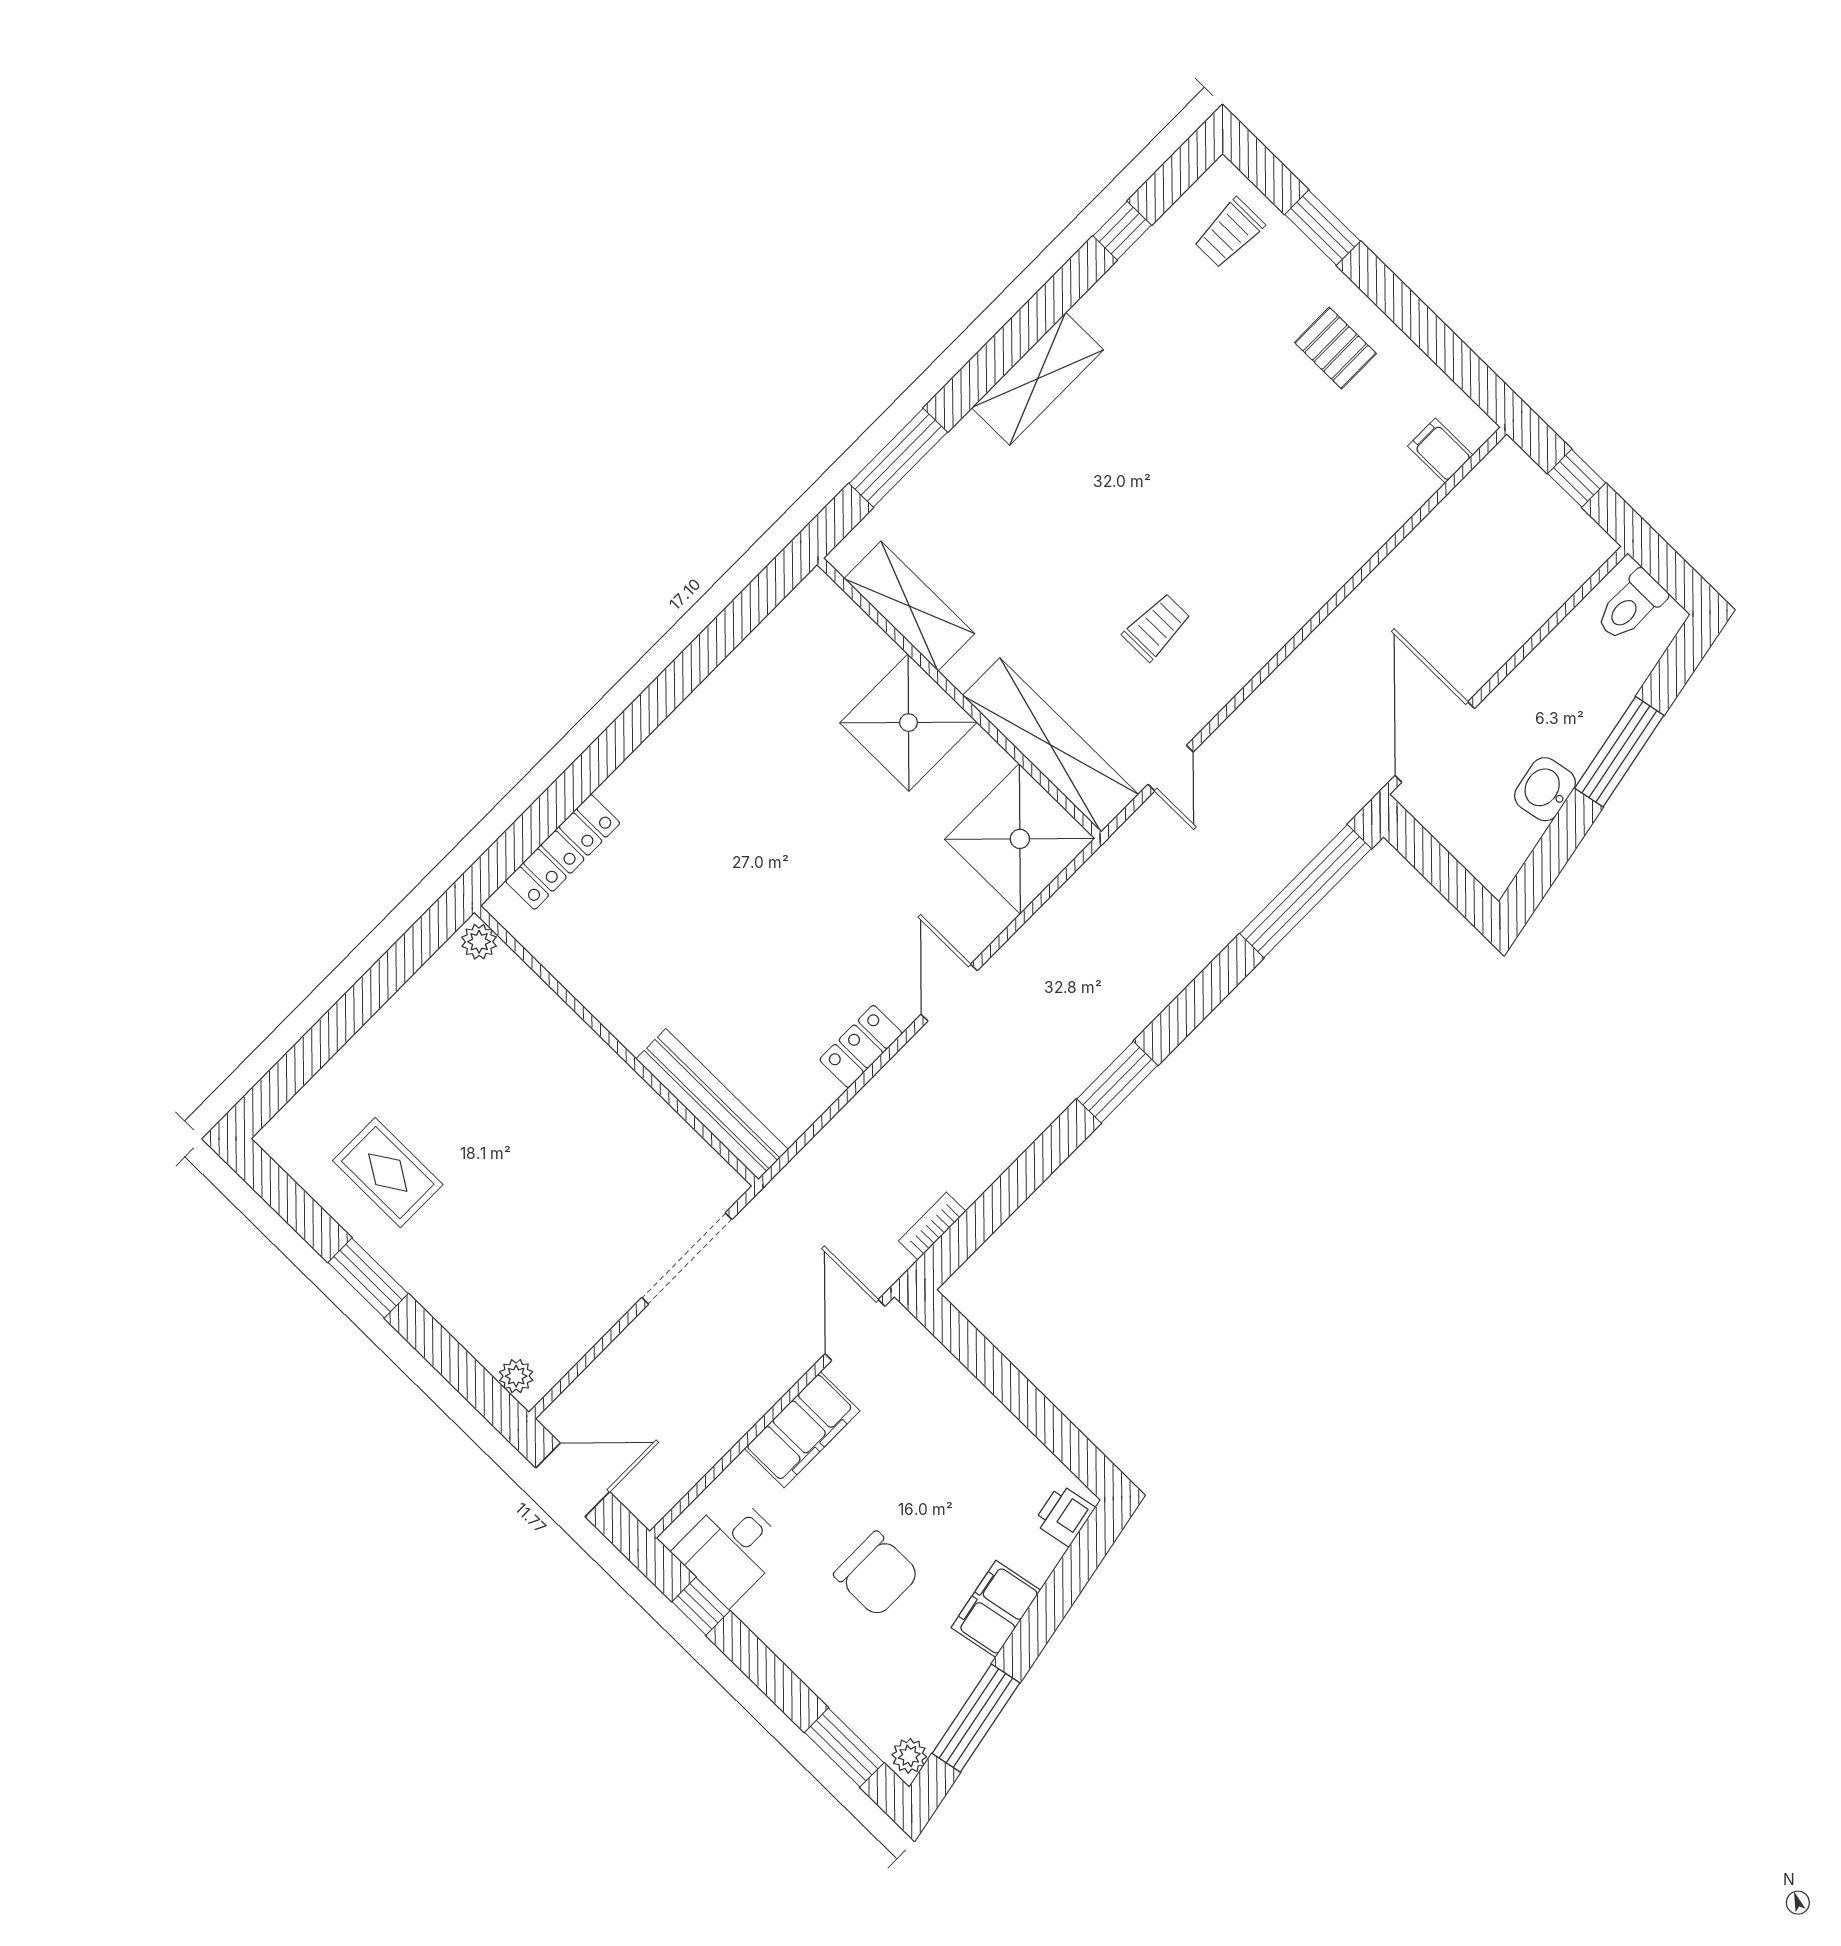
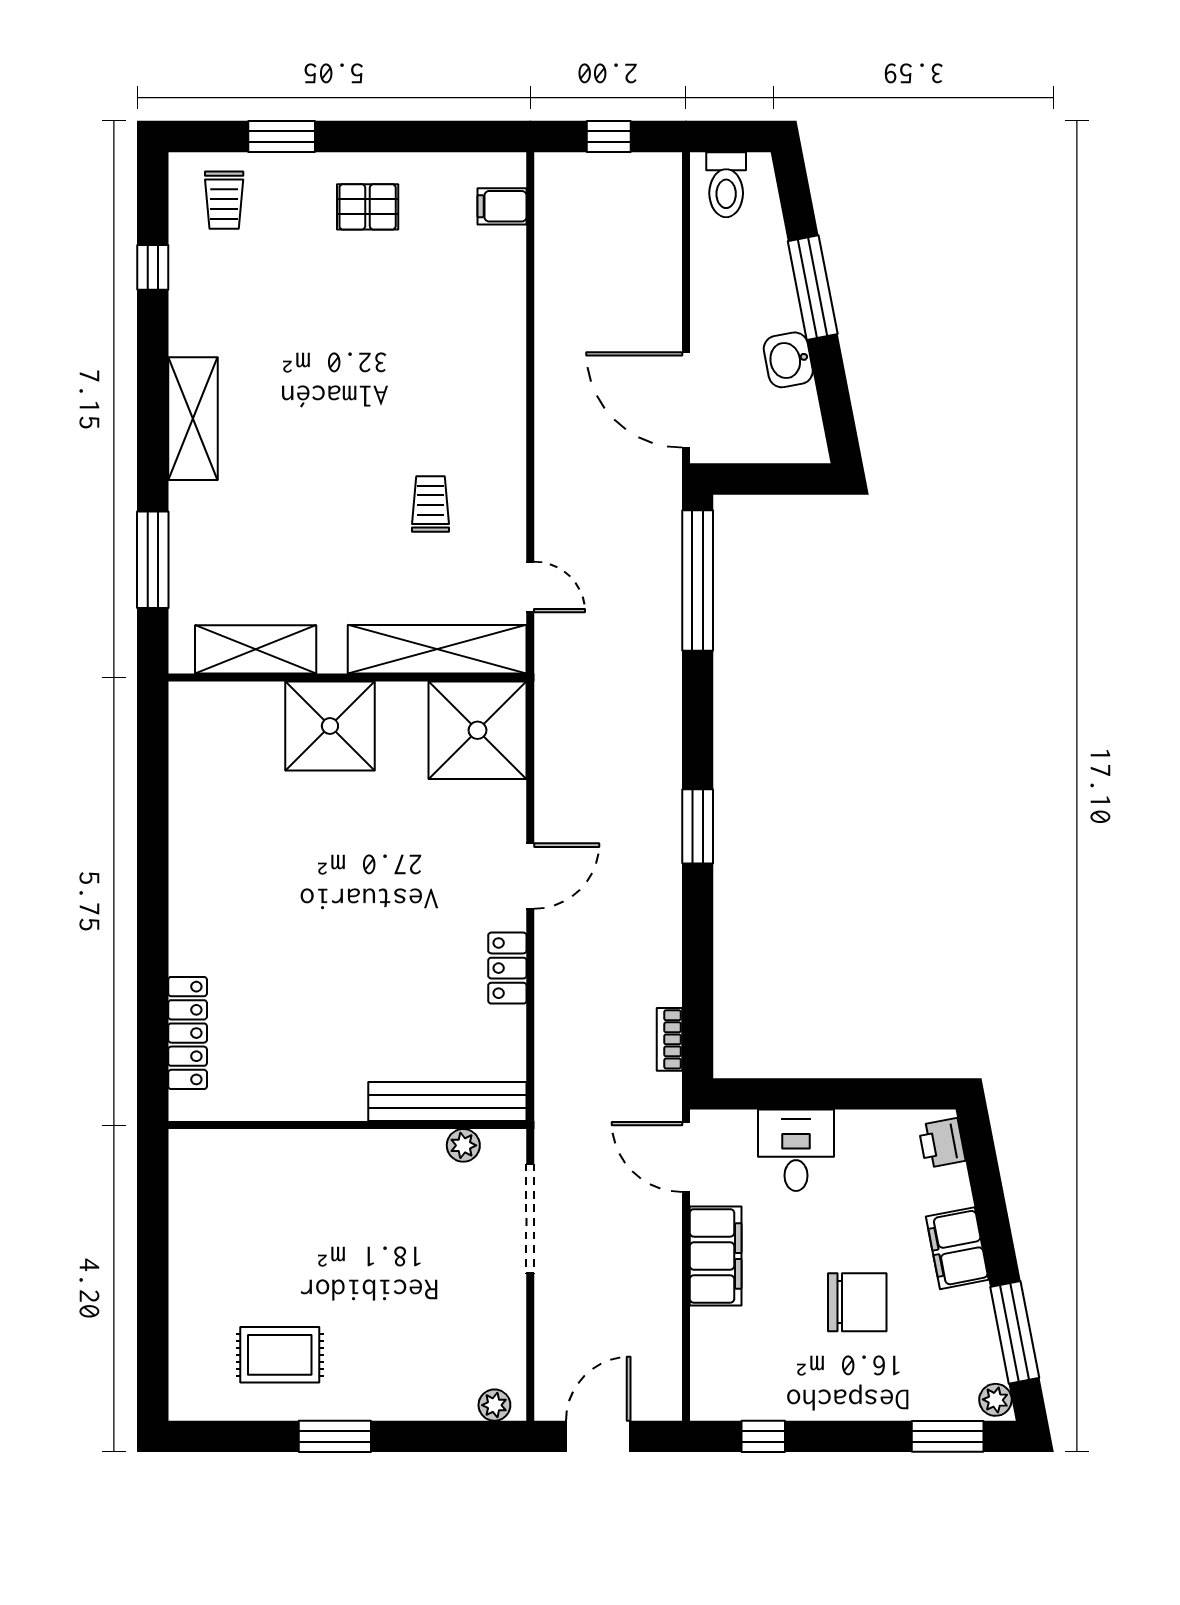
plant: (479, 942) -> (463, 1145), moved
door: (949, 993) -> (530, 876), swing flipped
desk: (731, 1549) -> (796, 1150), moved, turned 180

